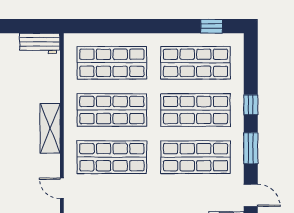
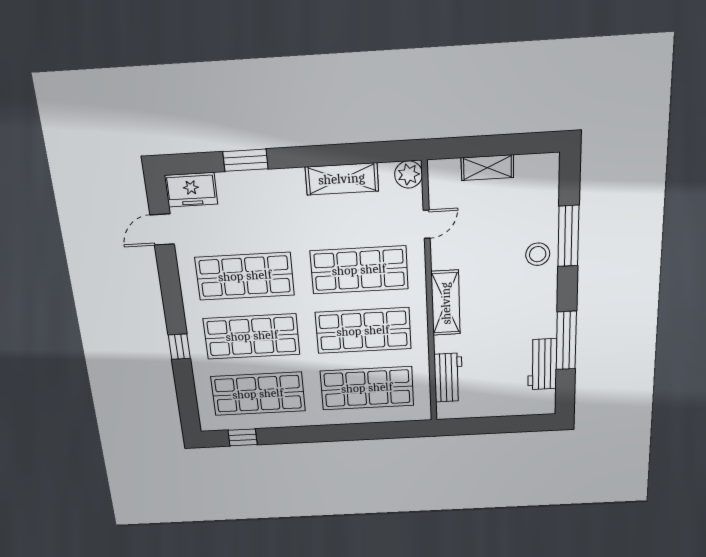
workbench: (40, 43) -> (448, 378), moved, turned 90
window: (251, 148) -> (171, 292), removed
door: (62, 188) -> (427, 224), hinge flipped
door: (251, 195) -> (162, 230), hinge flipped

